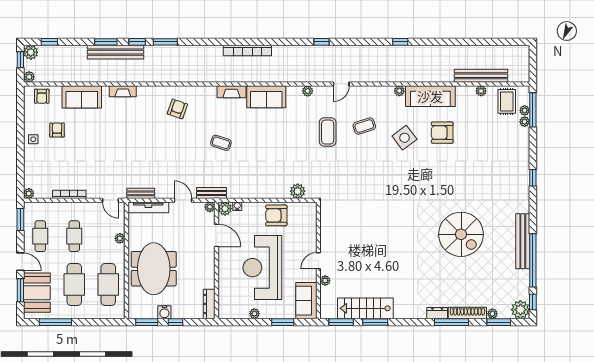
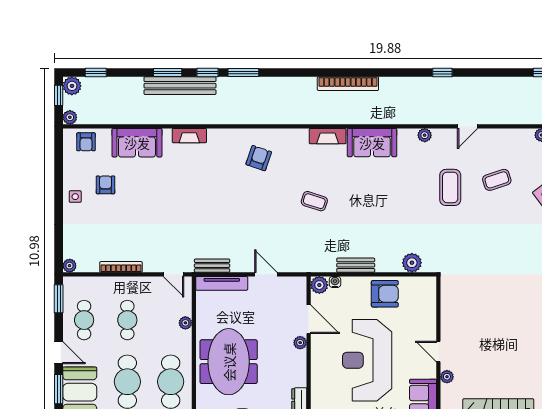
bench: (212, 193) -> (356, 265), moved
plant: (210, 207) -> (300, 343), moved
armchair: (276, 215) -> (385, 294), turned 180
door: (318, 261) -> (438, 352), hinge flipped

